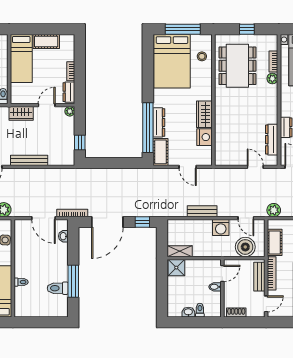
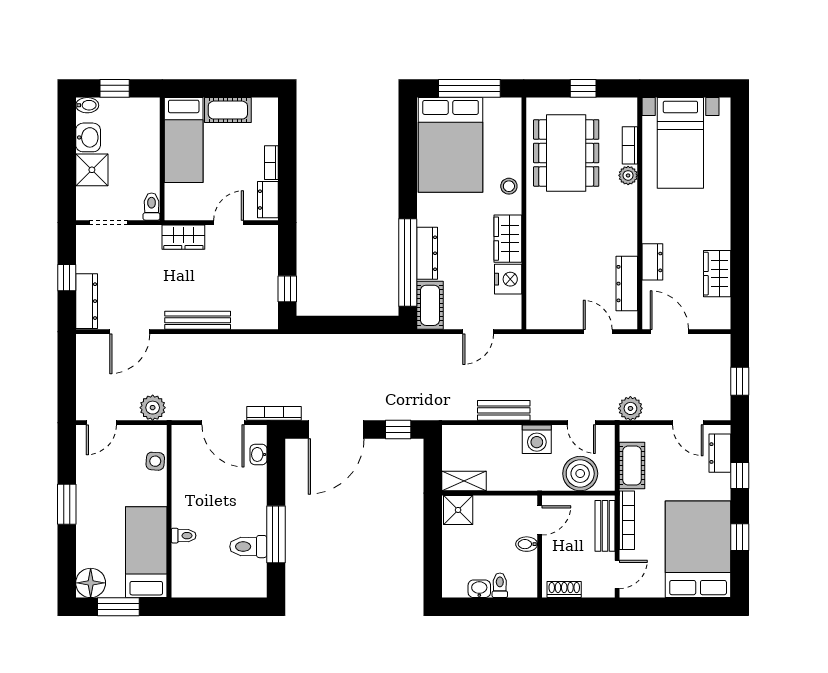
stool: (202, 56) -> (509, 186), moved
plant: (70, 111) -> (270, 233), removed
door: (188, 167) -> (478, 332), hinge flipped

